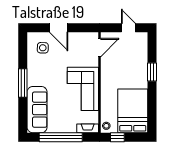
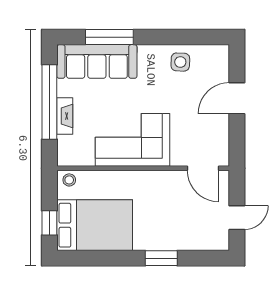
side table: (43, 48) -> (180, 62), moved
window: (23, 83) -> (109, 37), moved
fireplace: (88, 128) -> (65, 116), moved
window: (117, 137) -> (49, 223), moved

